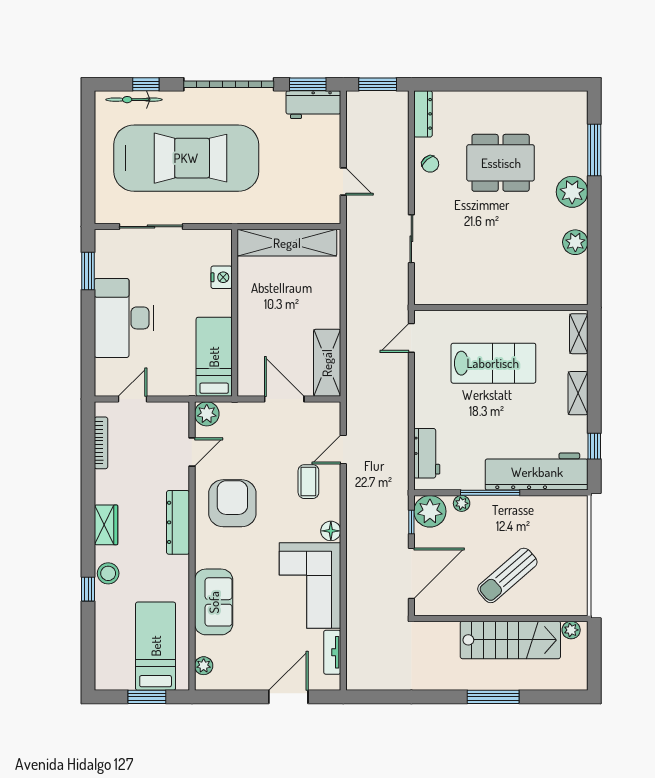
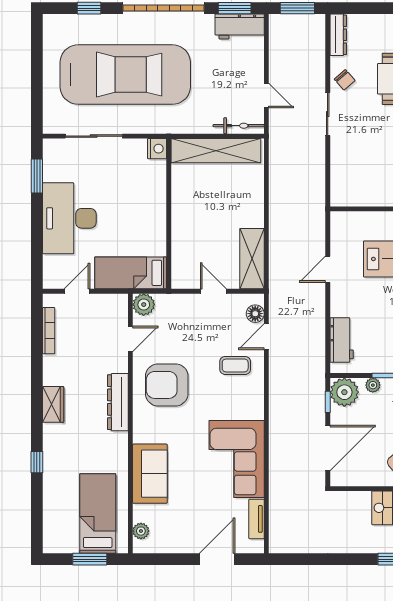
bicycle: (134, 100) -> (239, 126), moved, turned 180
sliding door: (411, 239) -> (328, 114), moved
nightstand: (222, 277) -> (157, 149), moved
door: (411, 338) -> (328, 269), moved
bed: (214, 357) -> (131, 273), moved, turned -90
door: (284, 399) -> (213, 291), width x0.73
coffee table: (308, 482) -> (235, 365), turned 90
armchair: (232, 503) -> (167, 385), turned -90
floor lamp: (331, 531) -> (255, 314), moved
stool: (108, 573) -> (55, 448), removed

